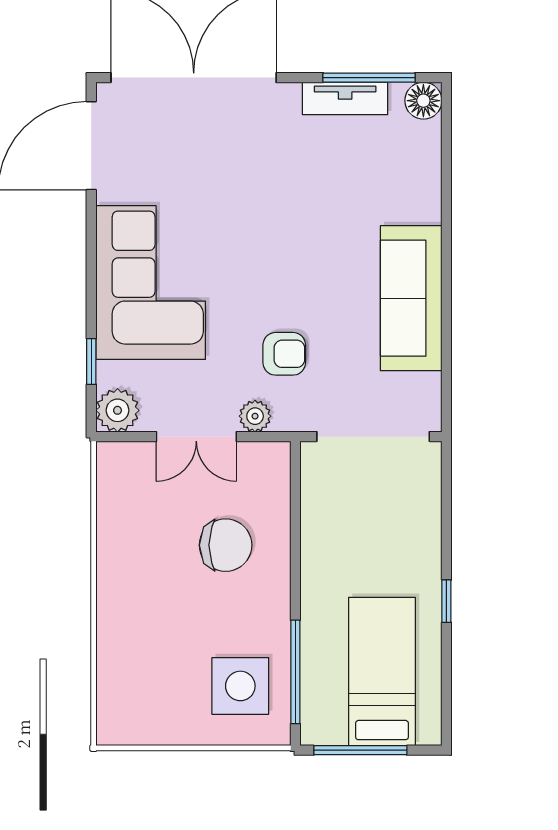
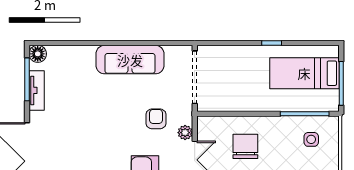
side table: (240, 686) -> (311, 139), width x0.54, depth x0.54

